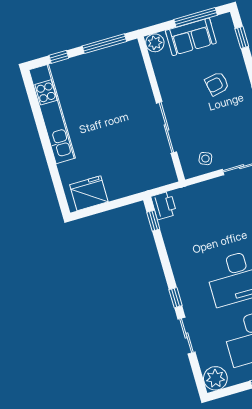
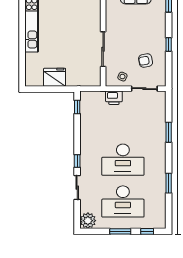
armchair: (217, 84) -> (146, 60), moved
fridge: (89, 193) -> (55, 77), moved
printer: (164, 205) -> (114, 98), moved, turned 90

